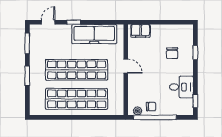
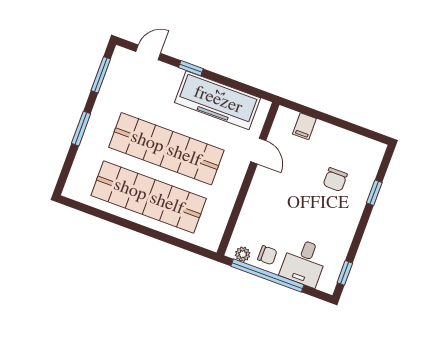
filing cabinet: (141, 31) -> (304, 126), width x0.50
door: (126, 66) -> (258, 151), moved
desk: (181, 87) -> (304, 262), moved, turned 90

